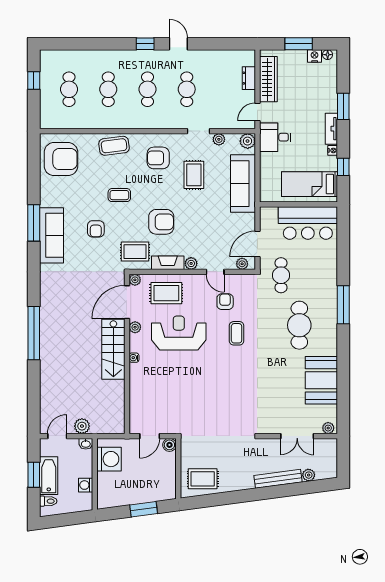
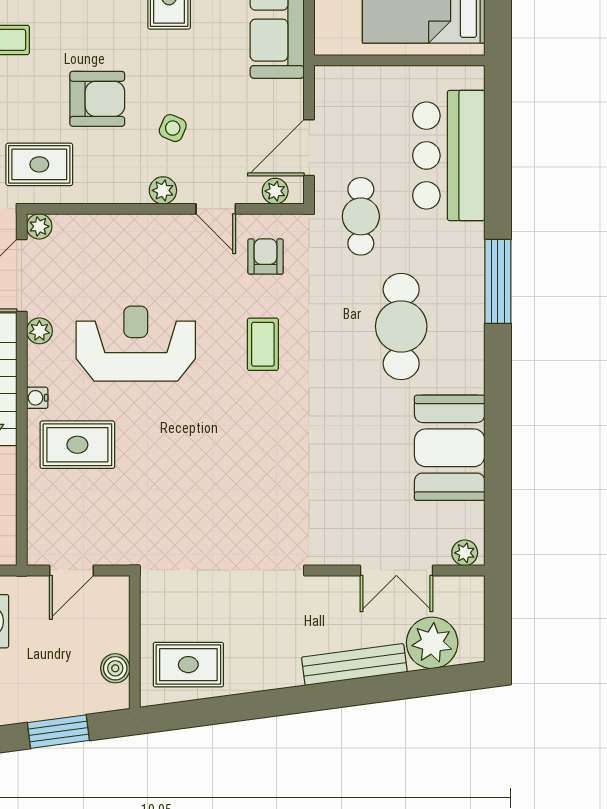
bar counter: (308, 223) -> (449, 155), moved, turned 90
side table: (196, 235) -> (173, 128), added
fireplace: (168, 263) -> (111, 189), removed
rug: (166, 293) -> (77, 445), moved
armchair: (225, 302) -> (266, 257), moved
boiler: (169, 445) -> (115, 668), moved
plant: (309, 475) -> (432, 643), width x1.88, depth x1.88

